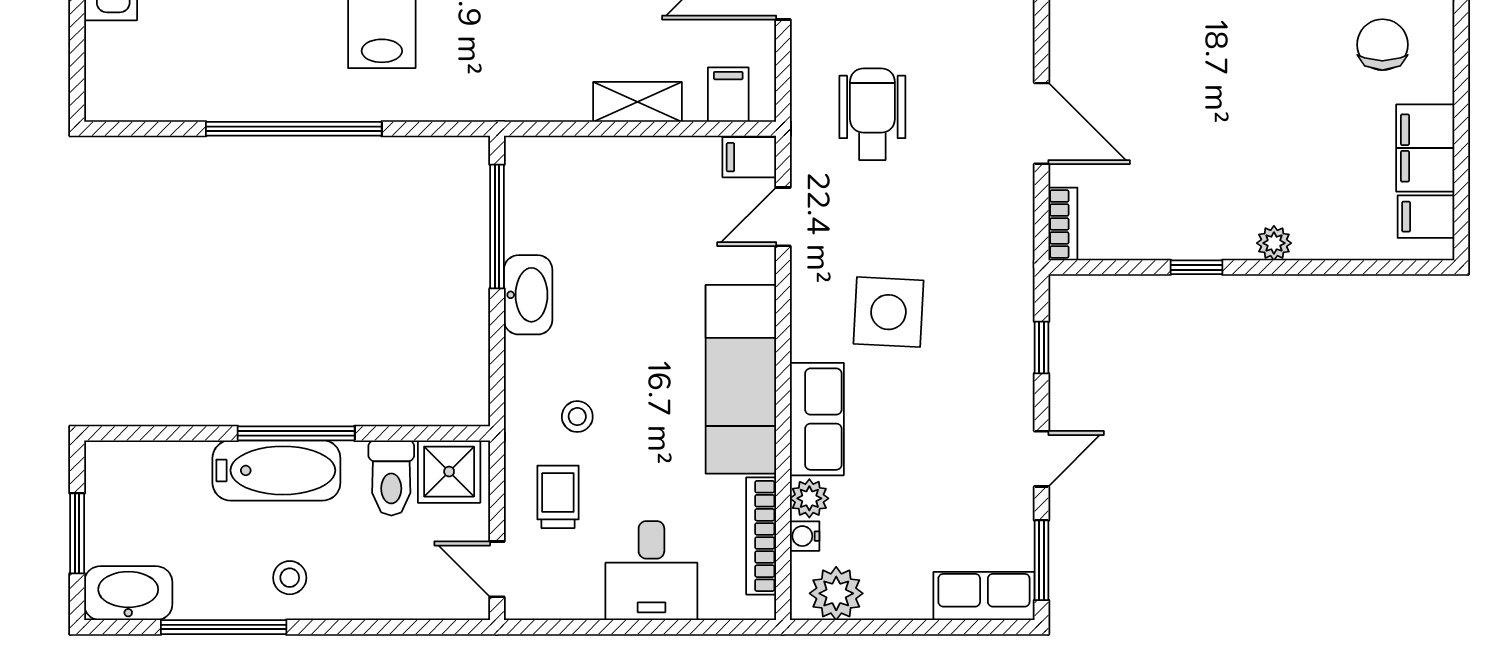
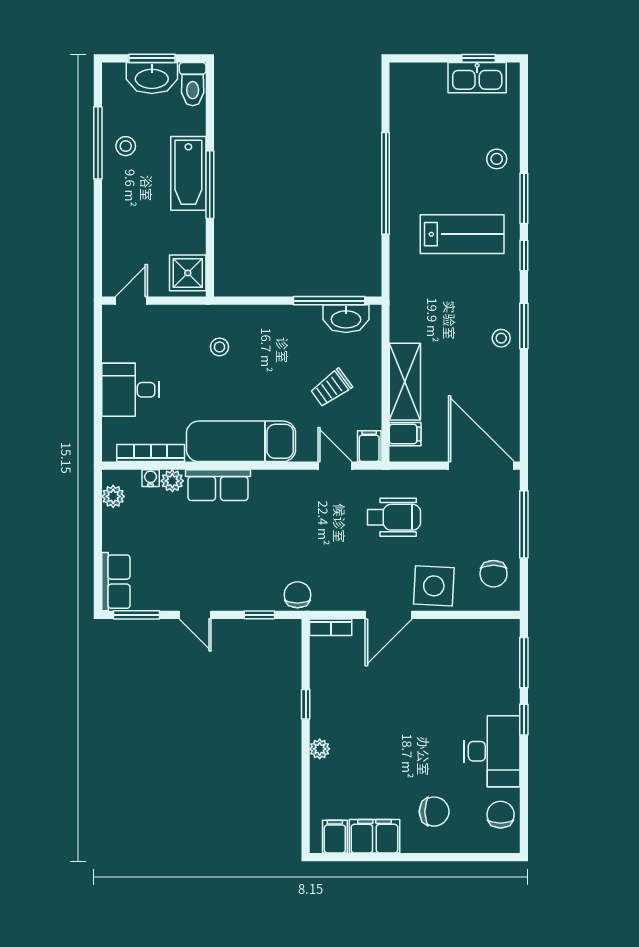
shelving: (637, 102) -> (405, 382), width x1.50, depth x1.33
chair: (1007, 281) -> (297, 595), added
washbasin: (528, 295) -> (346, 319), moved
side table: (888, 312) -> (434, 586), moved
toilet: (391, 478) -> (193, 84), moved, turned -90
trolley: (558, 497) -> (331, 388), moved, turned 144
stool: (290, 578) -> (126, 146), moved
washbasin: (128, 593) -> (152, 78), moved, turned 90
plant: (836, 593) -> (113, 496), width x0.73, depth x0.73

